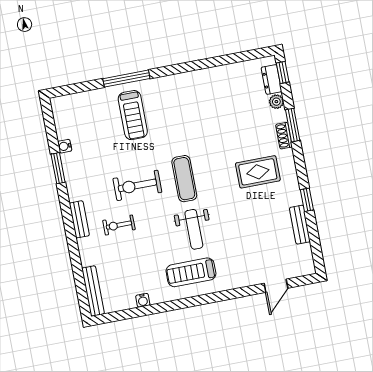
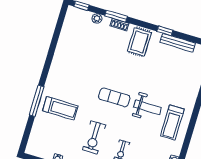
dresser: (271, 80) -> (82, 15), removed
rug: (258, 172) -> (139, 42), moved
exercise bike: (137, 185) -> (94, 137), moved
bench: (300, 225) -> (178, 43), width x1.36

